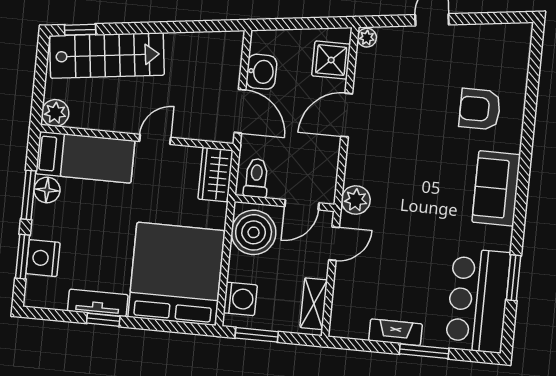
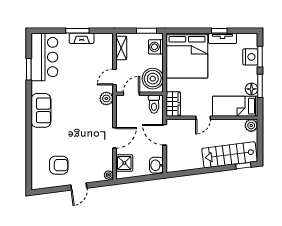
washbasin: (261, 72) -> (156, 165), moved
armchair: (480, 109) -> (59, 165), moved
window: (424, 351) -> (77, 31), moved

